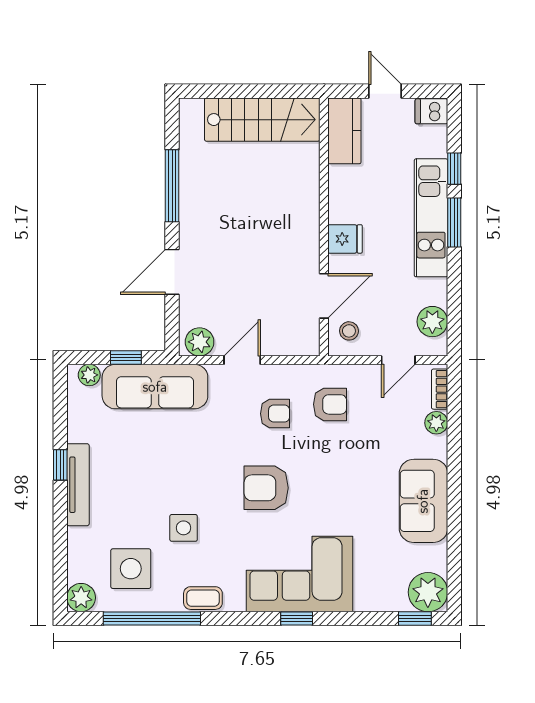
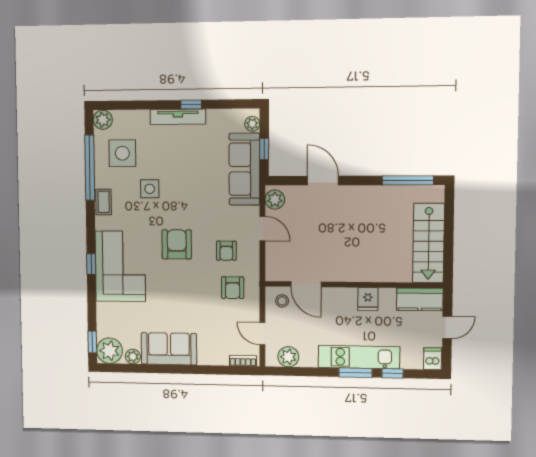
window: (172, 186) -> (408, 180), moved
fridge: (345, 239) -> (368, 299), moved
plant: (436, 423) -> (133, 357), moved

